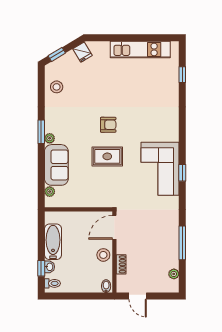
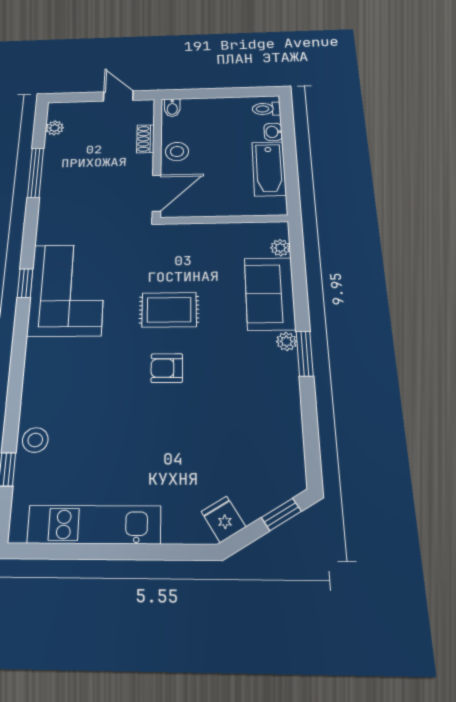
stool: (57, 87) -> (35, 440), moved
window: (41, 268) -> (288, 129), removed

